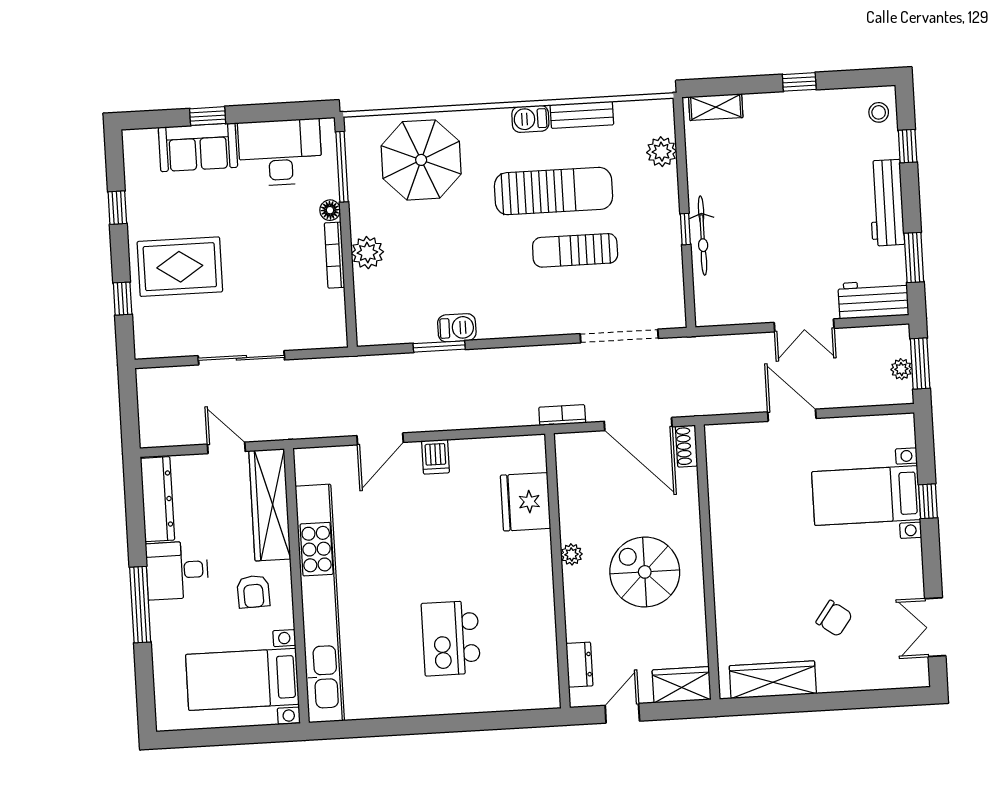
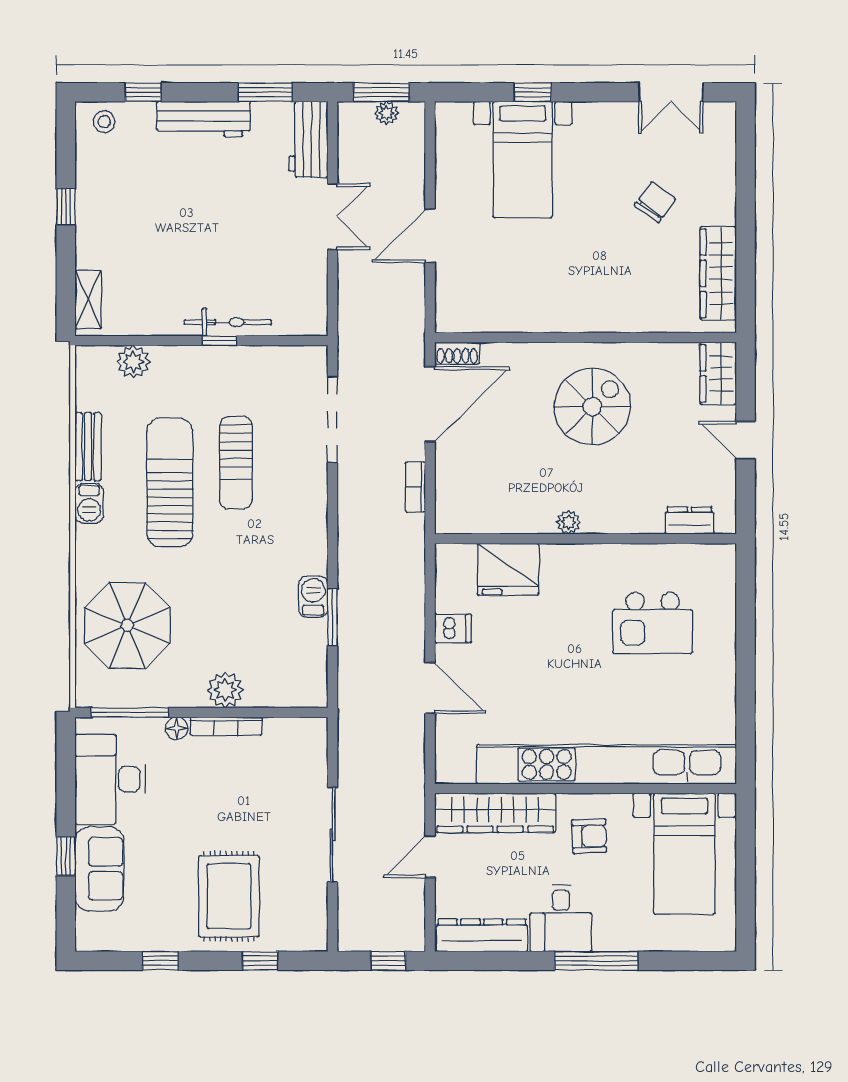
window: (129, 415) -> (388, 961), added
fridge: (526, 502) -> (508, 569), moved
plant: (571, 554) -> (568, 522), moved
wall: (557, 571) -> (585, 539), moved
spiral stairs: (645, 572) -> (592, 407), turned 180
dresser: (579, 665) -> (690, 521), moved

